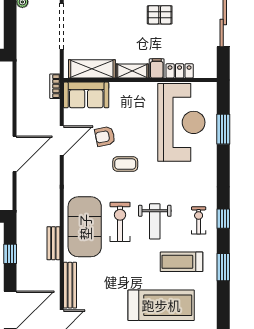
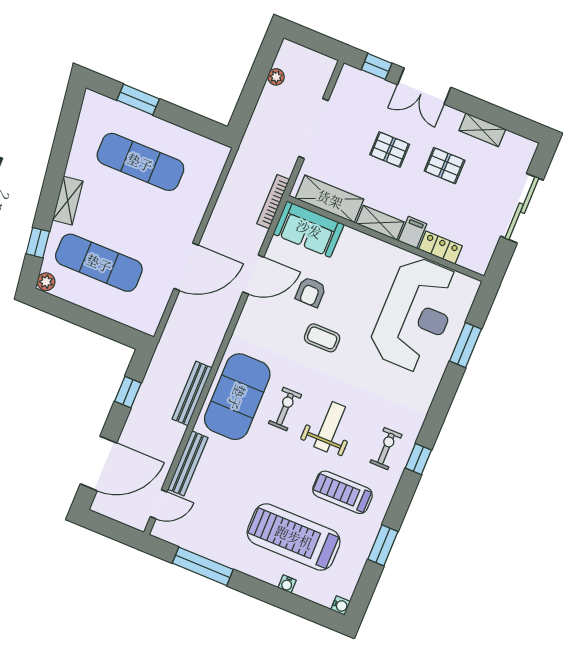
pallet: (118, 19) -> (390, 149), added
bookcase: (55, 86) -> (273, 202), width x1.56
armchair: (105, 136) -> (311, 292), turned -79
weight bench: (155, 221) -> (330, 427), turned 180
exercise bike: (120, 222) -> (285, 409), width x0.73, depth x0.72
bench: (53, 243) -> (192, 393), width x1.36
window: (223, 267) -> (383, 545), moved
treadmill: (161, 305) -> (294, 537), turned 180

